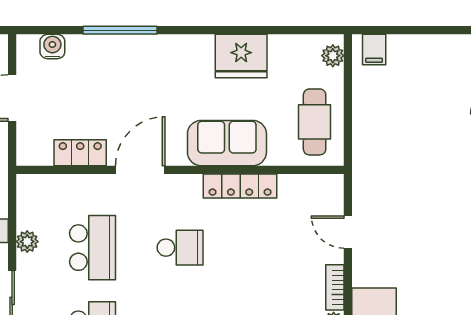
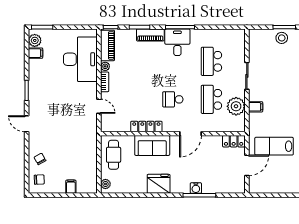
water cooler: (52, 47) -> (196, 188), moved
filing cabinet: (374, 50) -> (71, 187), moved
fridge: (241, 56) -> (159, 184), moved
locker: (80, 153) -> (234, 141), moved
plant: (27, 242) -> (236, 106), width x1.88, depth x1.88

